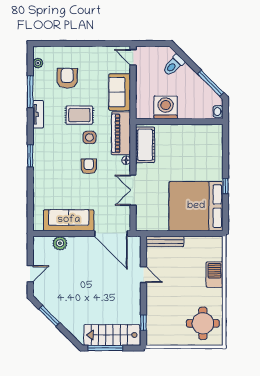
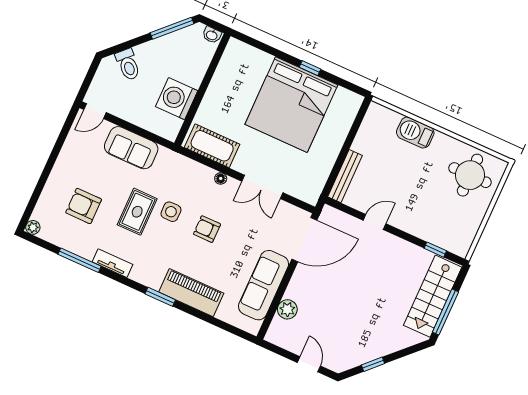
plant: (38, 63) -> (33, 227), moved
piano: (121, 133) -> (191, 293), moved, turned 180
bed: (196, 206) -> (291, 105), moved
window: (49, 316) -> (373, 364), width x0.67

